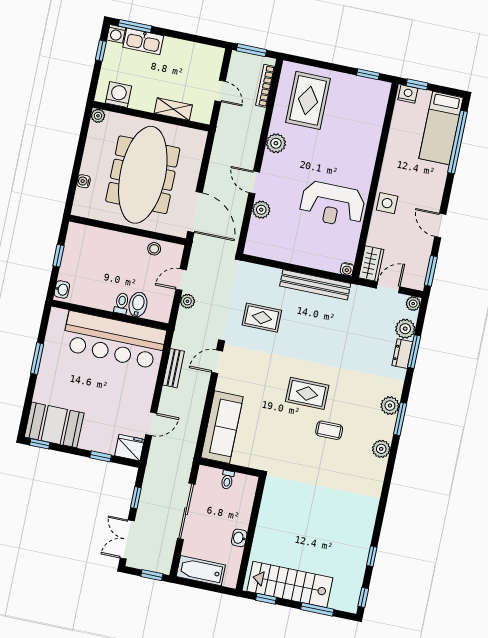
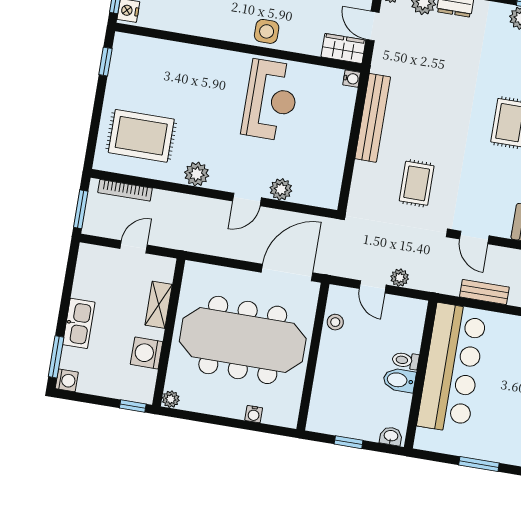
kitchen sink: (143, 41) -> (79, 323), moved
window: (101, 51) -> (133, 406), moved
washing machine: (119, 94) -> (147, 353), moved
bidet: (138, 304) -> (399, 380), moved

